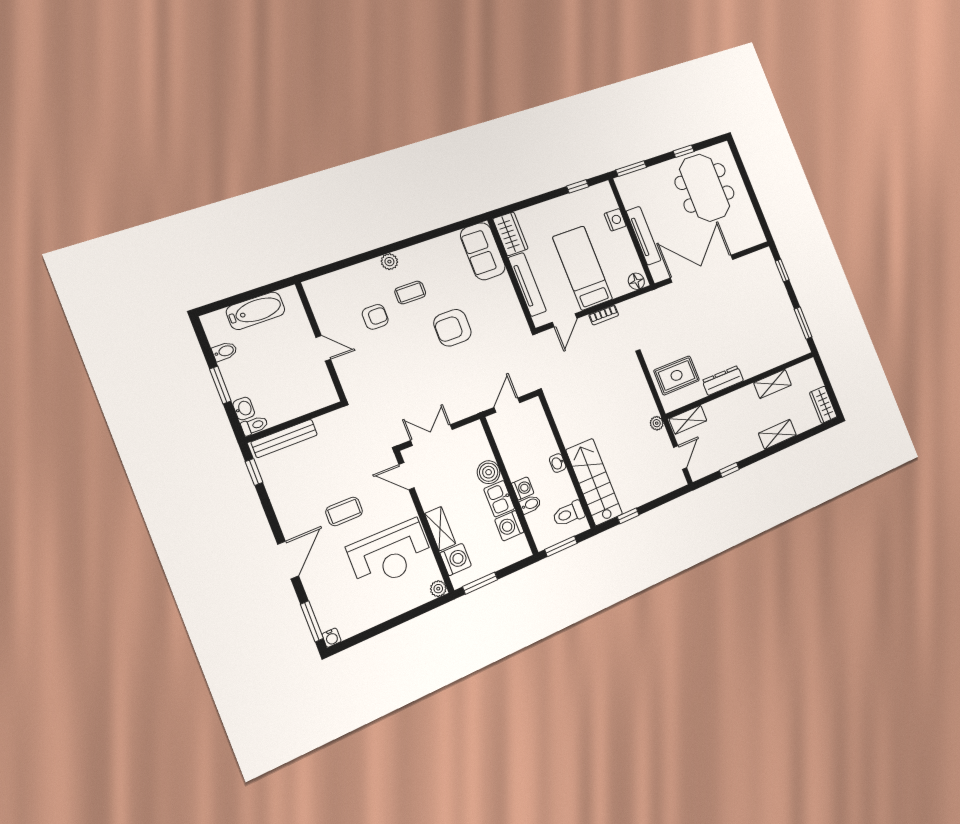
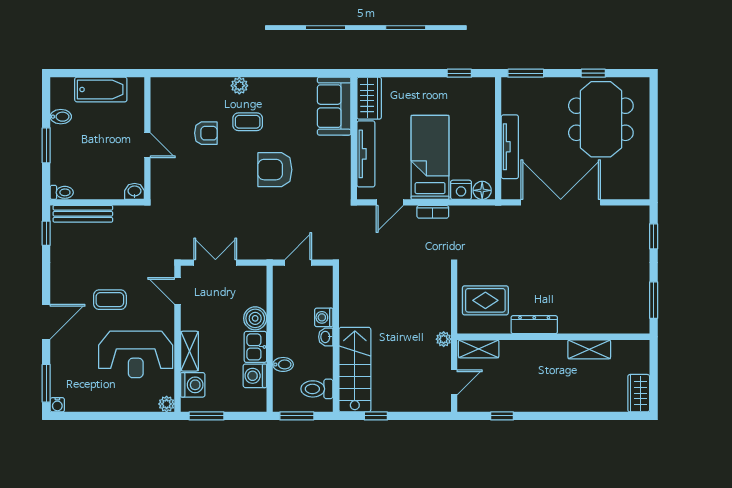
nightstand: (615, 220) -> (461, 190), moved, turned 90
washbasin: (244, 409) -> (135, 191), moved, turned -90
shelving: (777, 434) -> (572, 402), removed
washing machine: (523, 488) -> (324, 317), moved, turned 180

